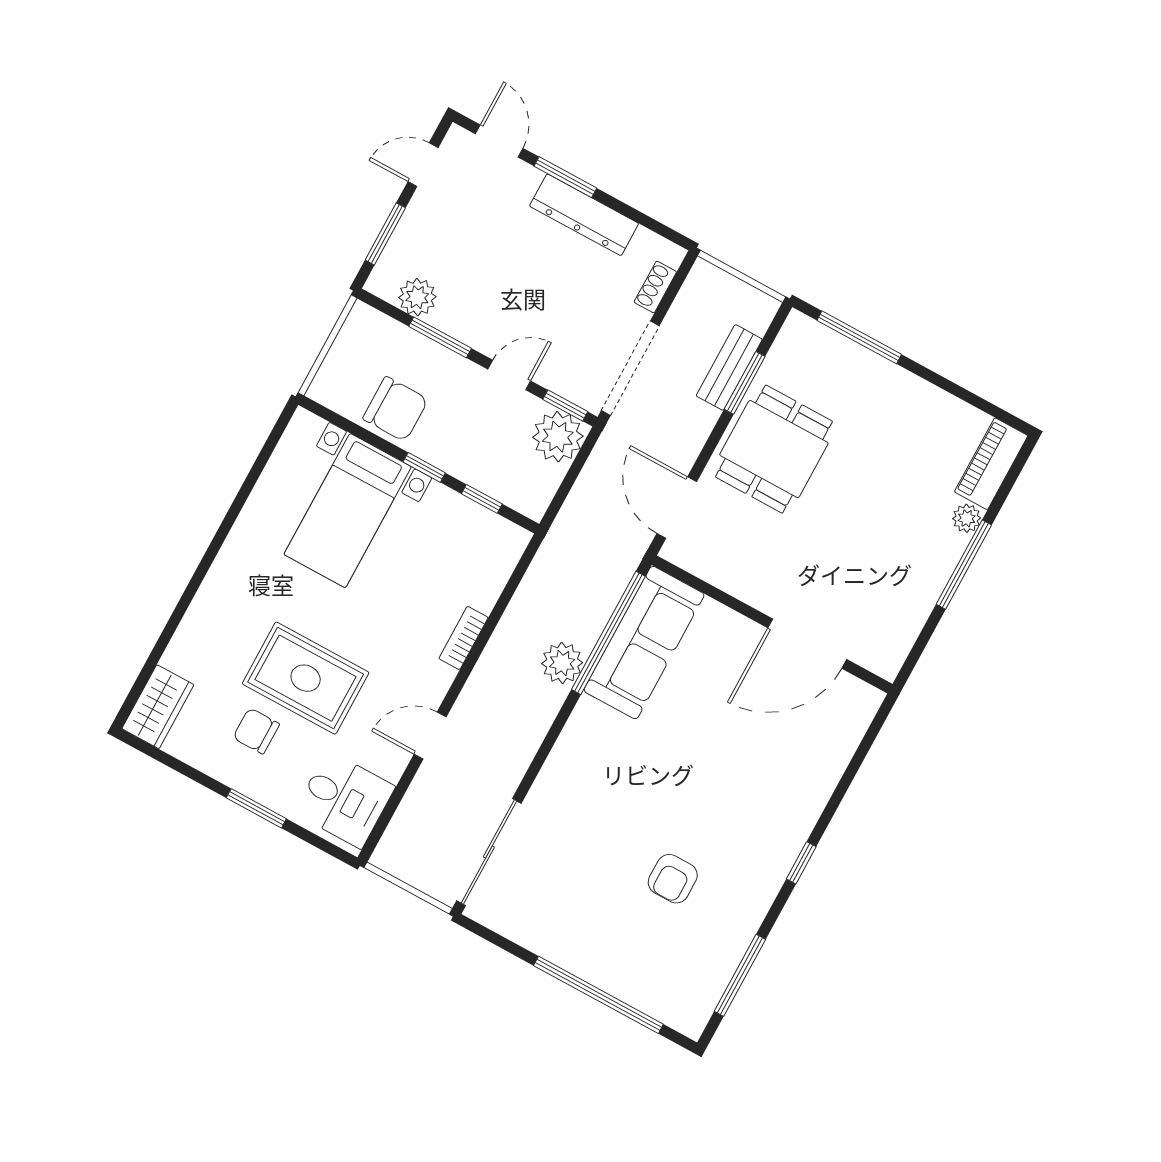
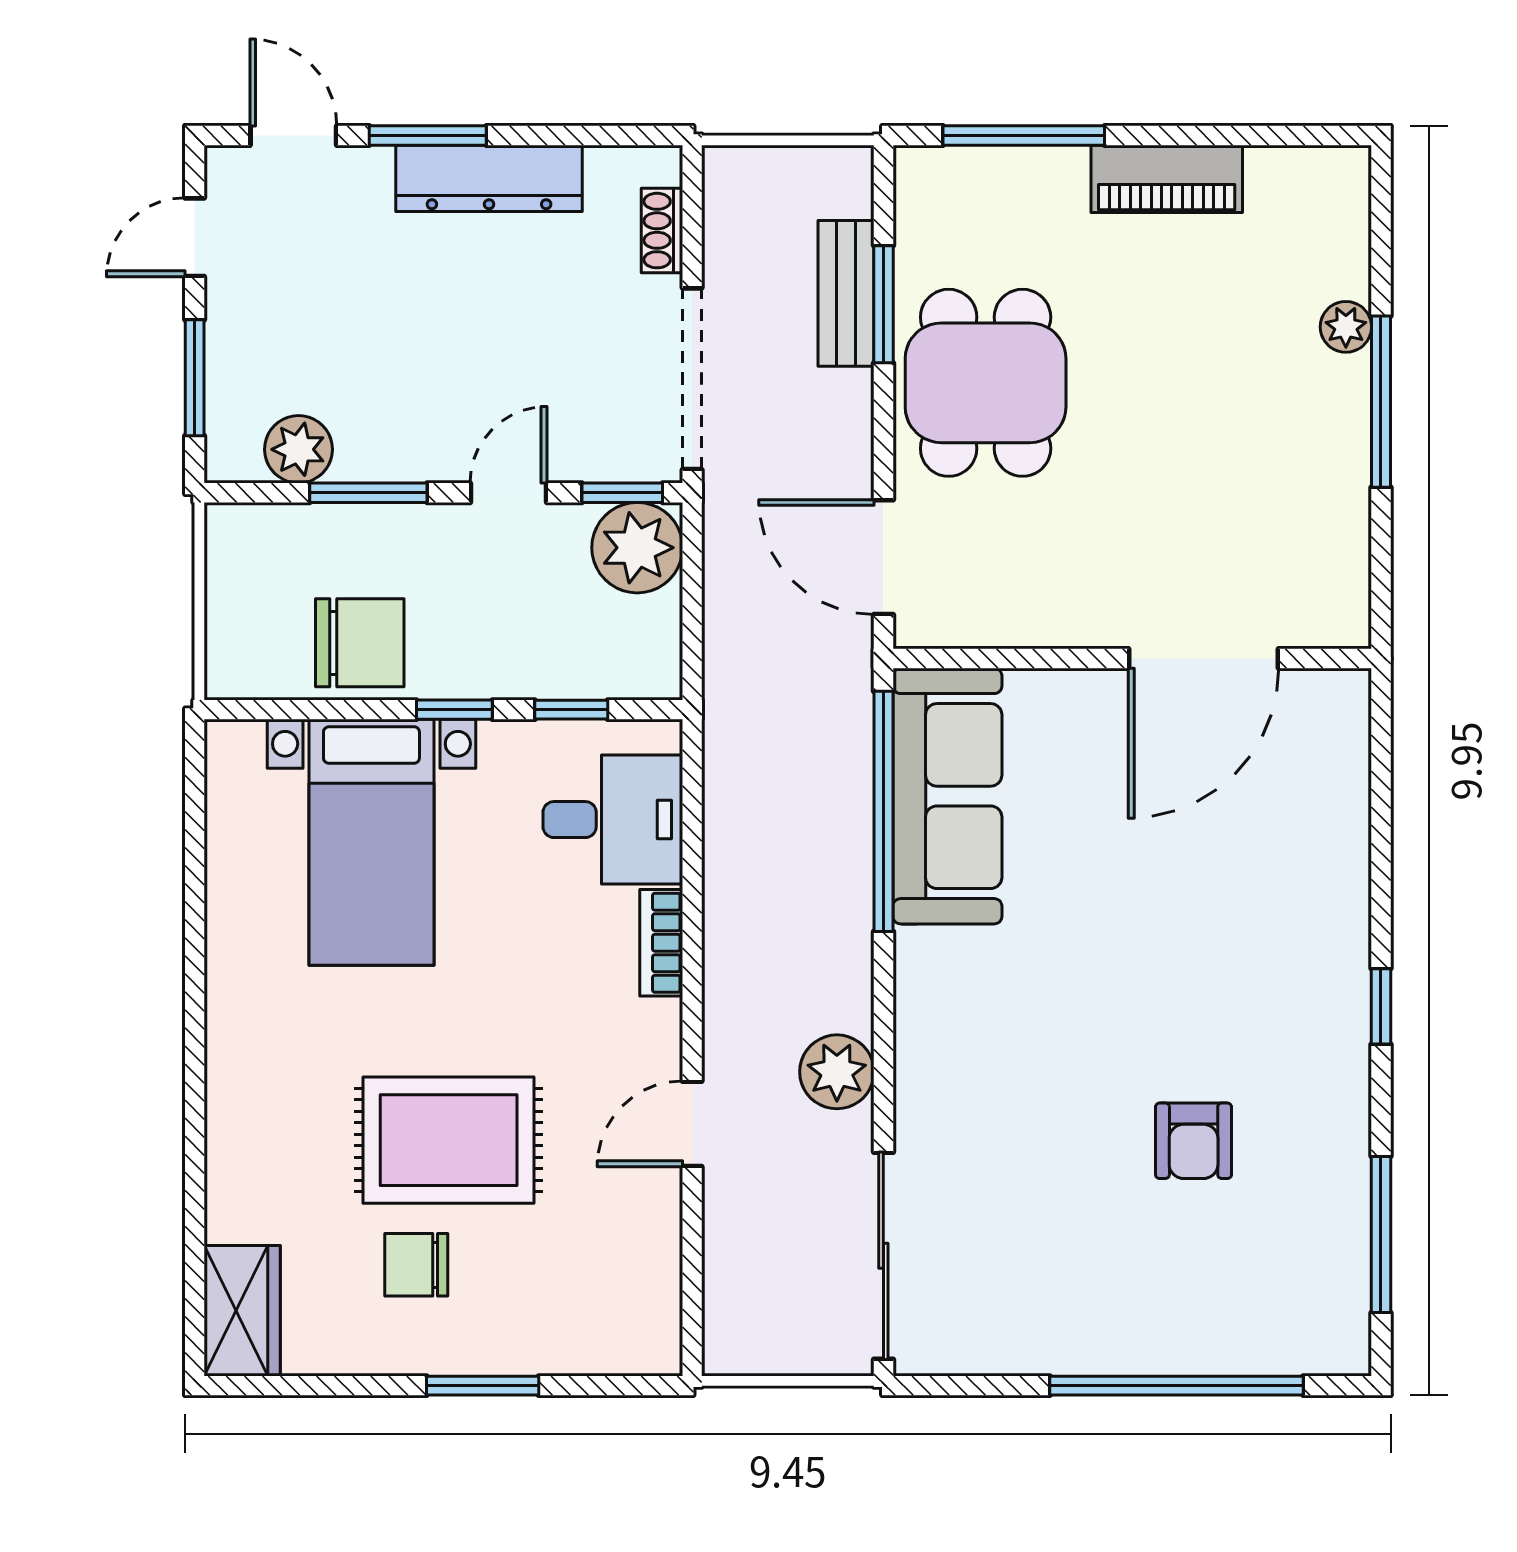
piano: (991, 464) -> (1167, 179), moved, turned -90
plant: (562, 663) -> (837, 1072), moved
desk: (344, 800) -> (613, 820), moved

